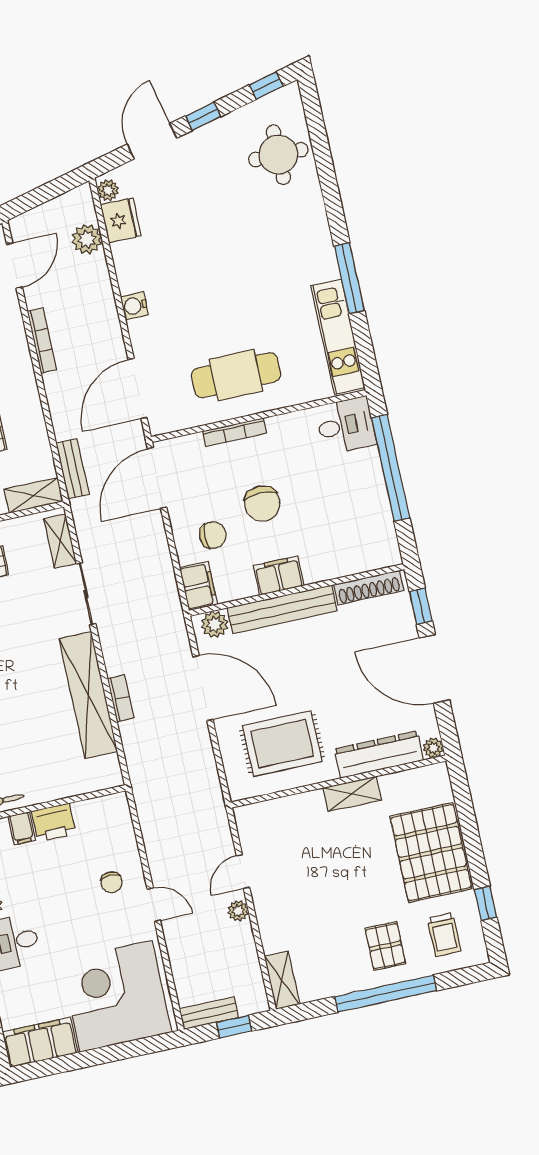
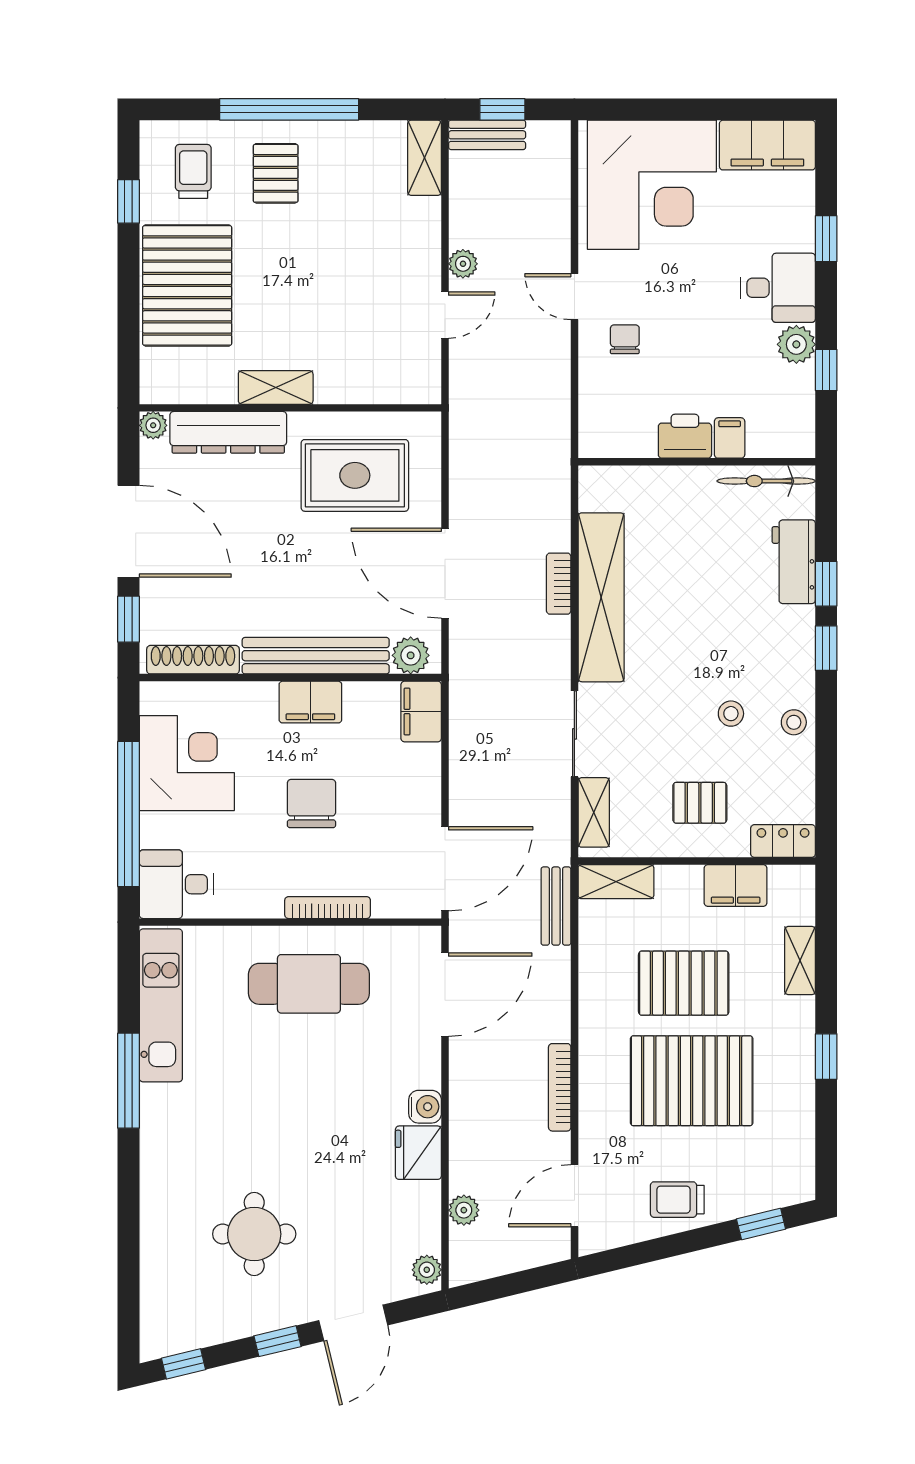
round table: (278, 155) -> (254, 1234), moved
fridge: (121, 220) -> (418, 1153), moved
plant: (87, 239) -> (464, 1210), width x0.73, depth x0.73
corner desk: (357, 513) -> (187, 763), added
chair: (213, 535) -> (387, 776), removed
bench: (209, 1013) -> (487, 135), moved

